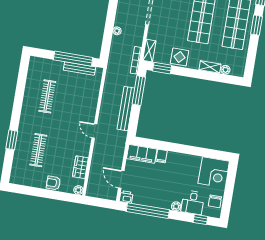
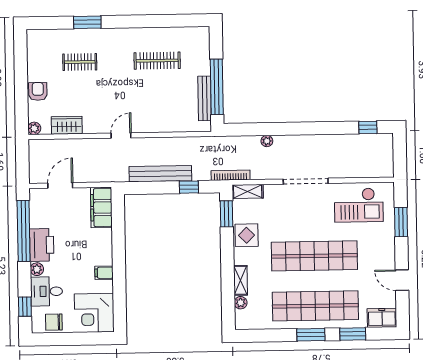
window: (139, 91) -> (189, 187), width x0.46
clothes rail: (38, 150) -> (80, 62), width x0.73
filing cabinet: (161, 156) -> (104, 273), moved
printer: (126, 197) -> (42, 245), moved, width x1.87, depth x1.48

